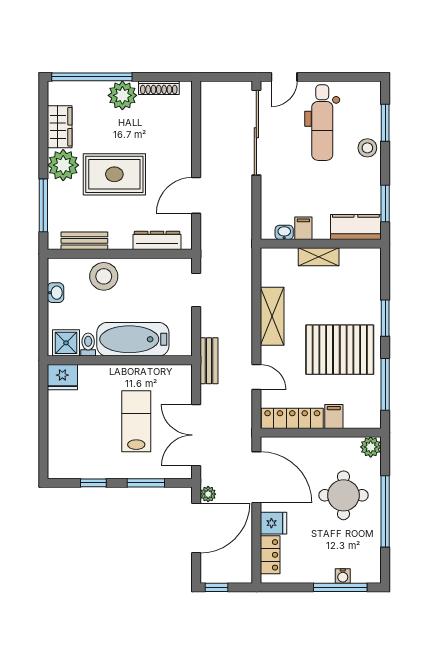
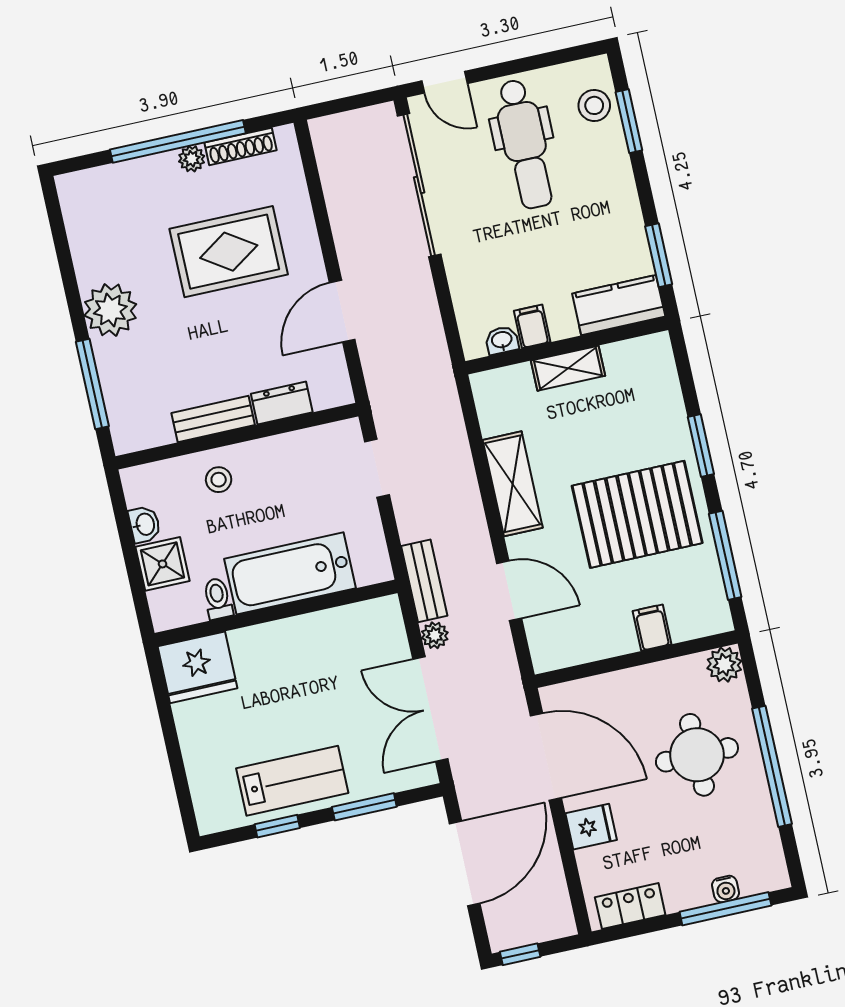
window: (92, 77) -> (178, 141), moved
door: (284, 77) -> (444, 82), hinge flipped
plant: (122, 95) -> (192, 159), width x0.53, depth x0.53
wardrobe: (60, 127) -> (90, 248), removed
stool: (367, 148) -> (594, 105), moved
rug: (114, 174) -> (229, 252), moved
dresser: (157, 240) -> (282, 403), width x0.70
bench: (84, 241) -> (213, 419), moved
stool: (104, 276) -> (219, 480), width x0.53, depth x0.53
shower: (66, 343) -> (163, 564), moved
fridge: (62, 377) -> (197, 667), width x1.36, depth x1.34
door: (256, 377) -> (509, 591), width x1.38
locker: (292, 418) -> (584, 646), removed
lab bench: (136, 421) -> (292, 781), moved, turned 90
plant: (208, 494) -> (435, 635), moved
locker: (270, 555) -> (630, 906), moved, turned -90

